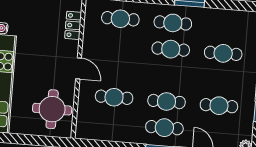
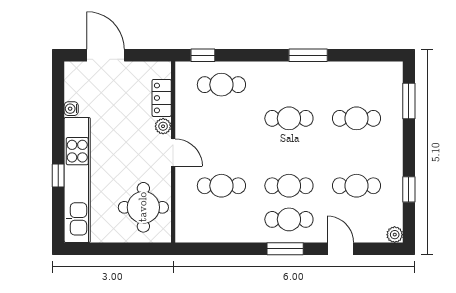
cafe table: (173, 23) -> (289, 85), removed
plant: (72, 47) -> (163, 126), added

